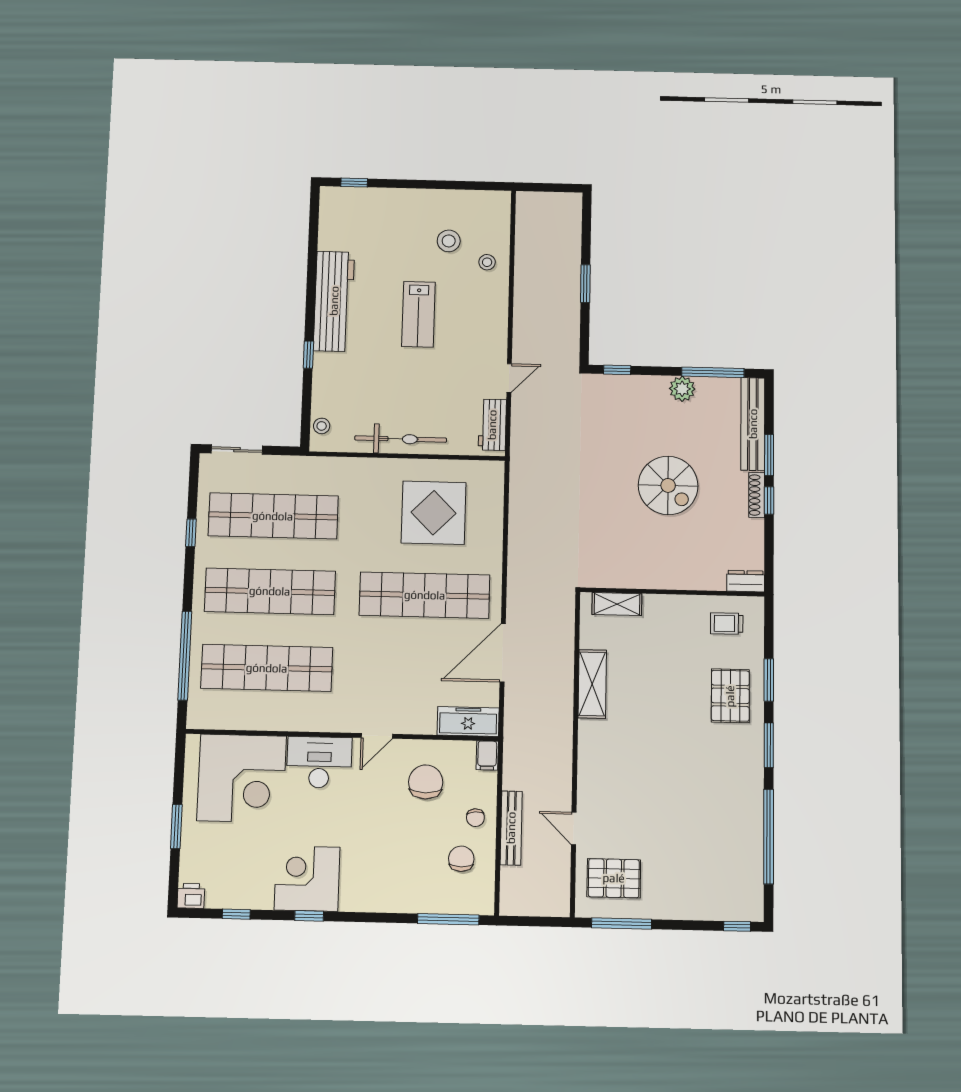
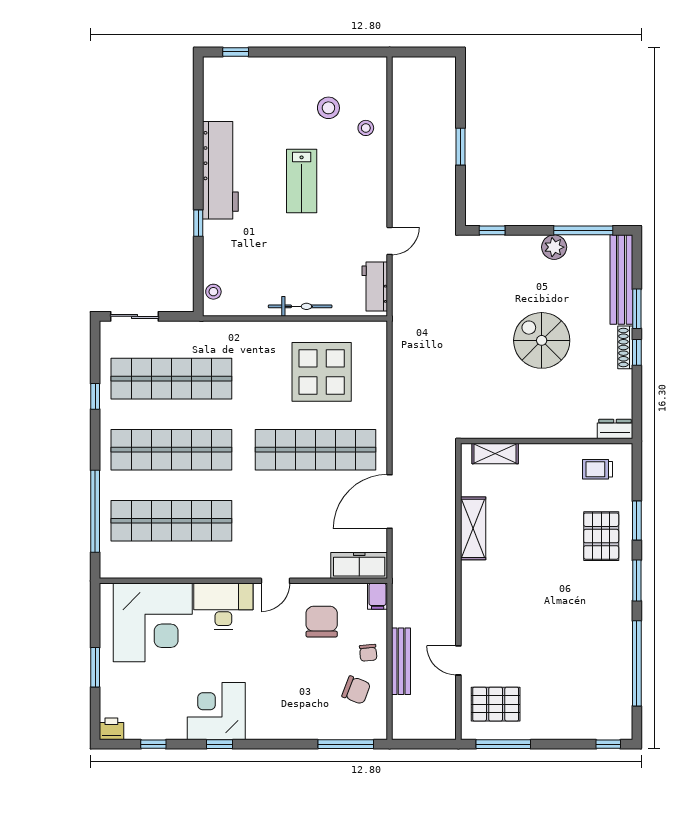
bicycle: (401, 439) -> (300, 306), width x0.73, depth x0.71
spiral stairs: (668, 485) -> (542, 340), turned 180
chair: (461, 859) -> (356, 690), turned 111

